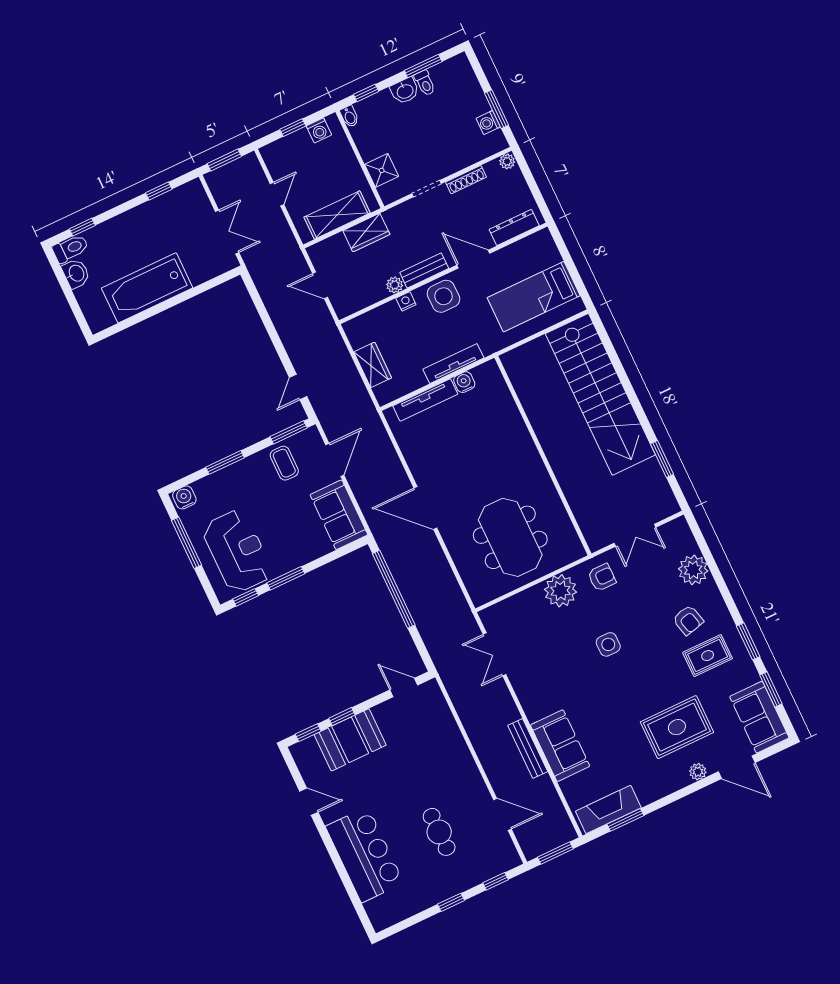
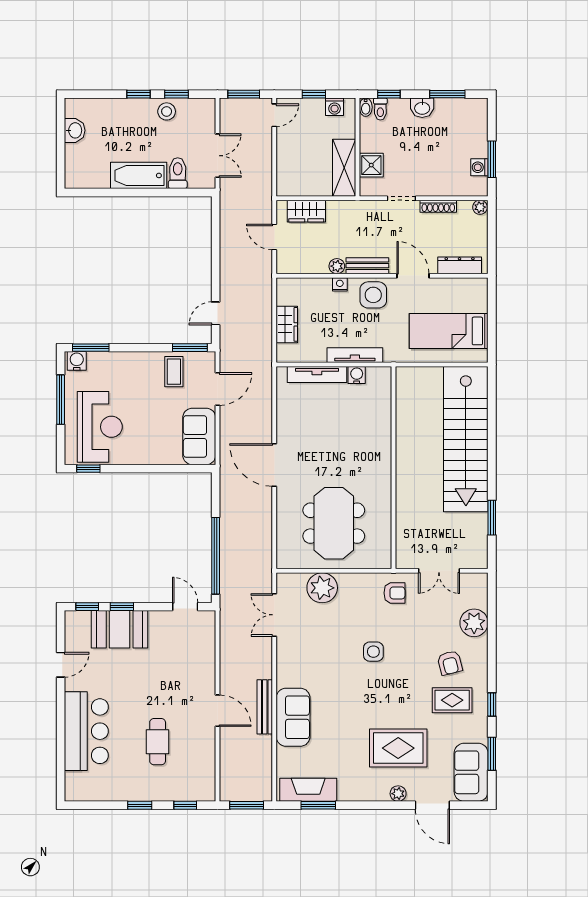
toilet: (425, 83) -> (380, 109), moved
door: (277, 194) -> (274, 115), moved
stool: (157, 212) -> (167, 111), added
shelving: (337, 215) -> (344, 168), moved, turned 90
window: (82, 227) -> (138, 94), moved
wardrobe: (366, 233) -> (306, 211), moved
toilet: (70, 249) -> (178, 173), moved, turned -90
bathtub: (147, 288) -> (139, 175), width x0.73, depth x0.73
window: (225, 462) -> (91, 348), moved
window: (286, 578) -> (130, 469), removed
window: (394, 589) -> (216, 556), moved
plant: (561, 591) -> (322, 588), moved
window: (748, 641) -> (492, 704), width x0.67
door: (309, 802) -> (61, 665), hinge flipped
door: (502, 814) -> (218, 711), moved

